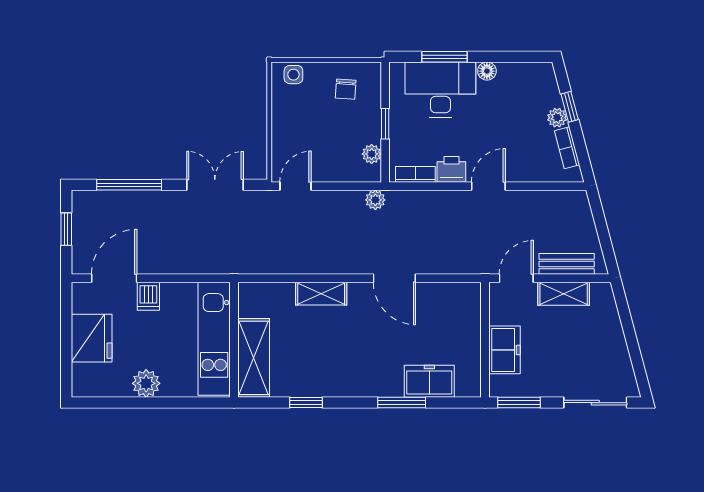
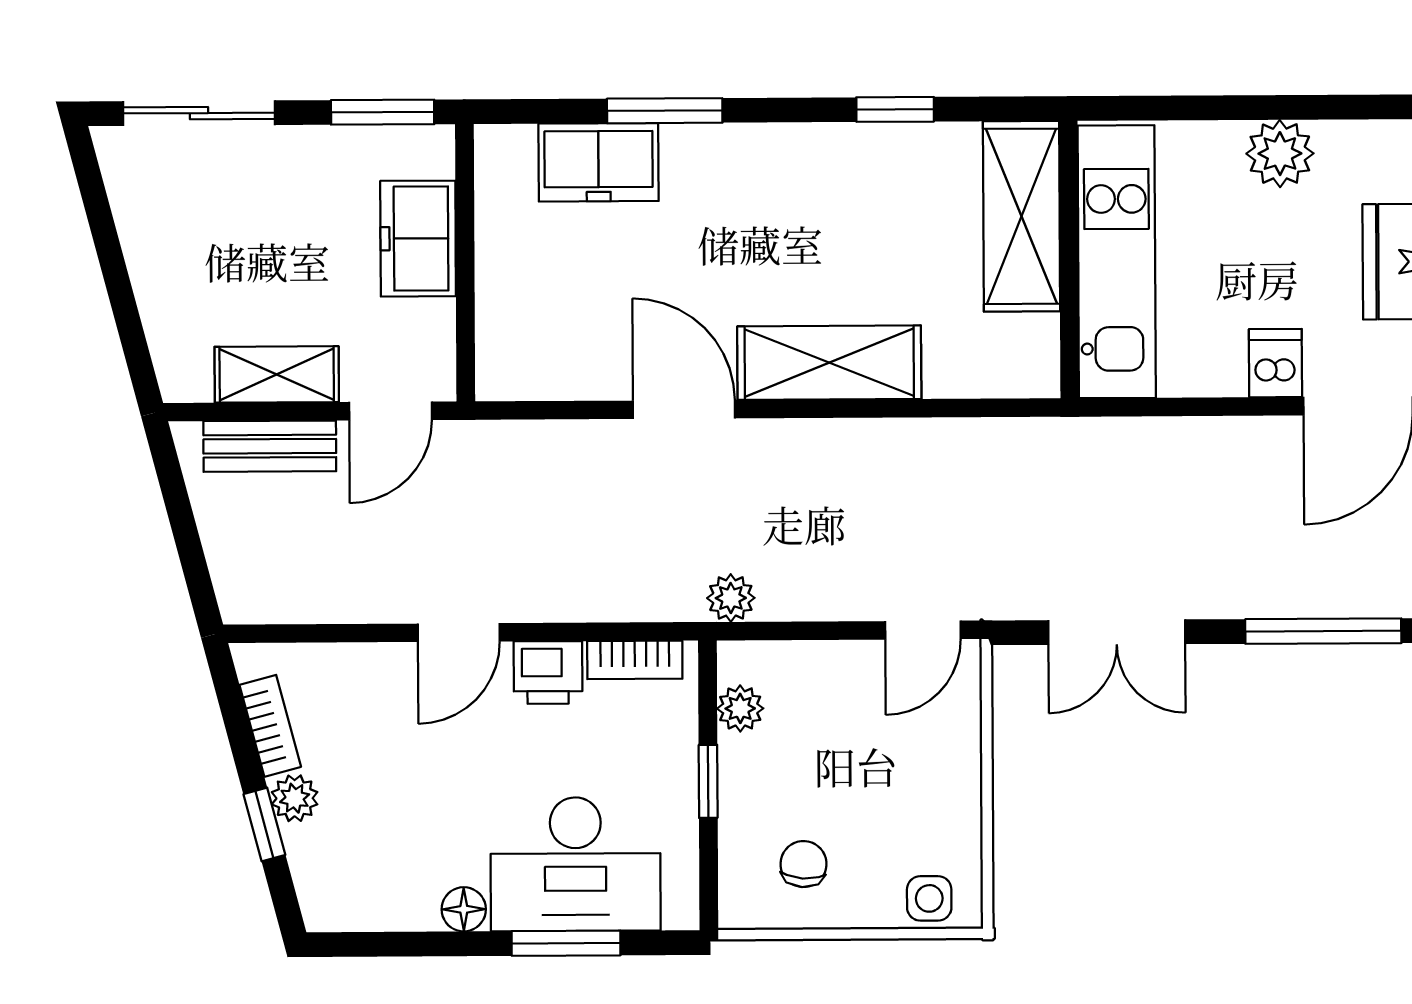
shelving: (321, 294) -> (829, 363), width x1.50, depth x1.33

